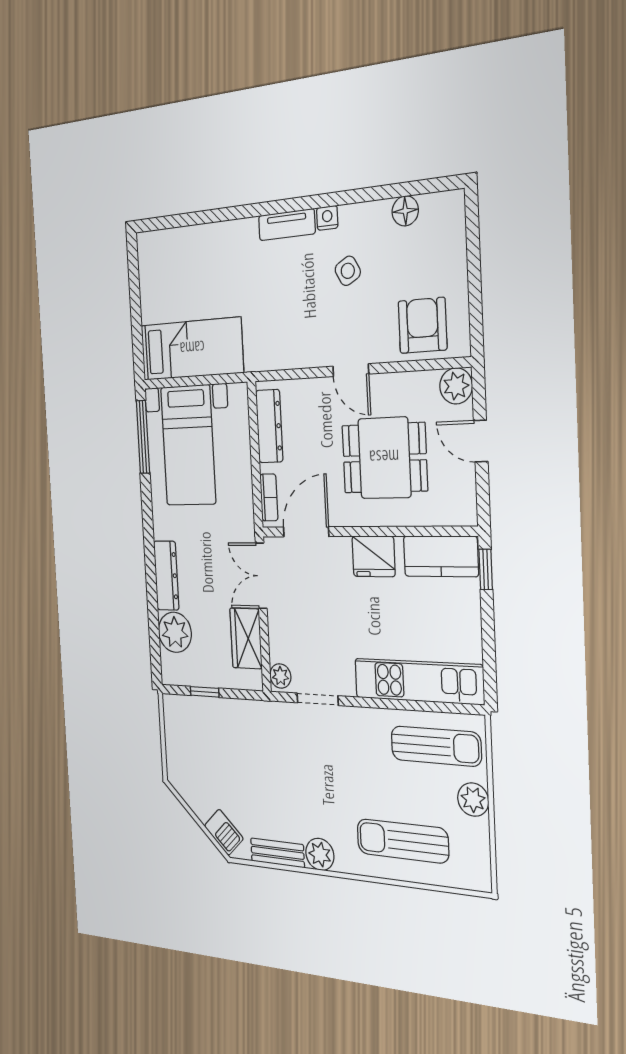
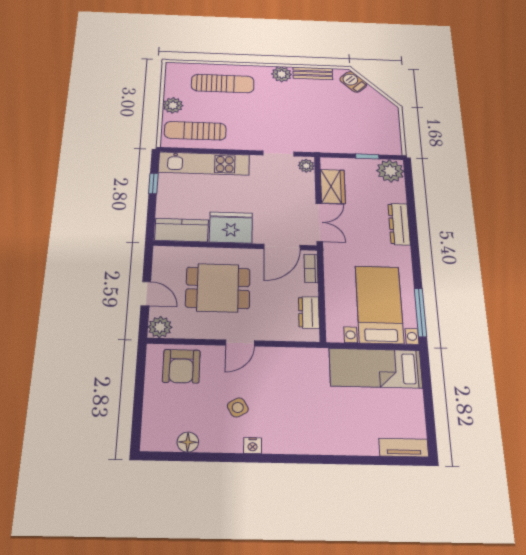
tv unit: (287, 225) -> (404, 448), moved
door: (351, 370) -> (240, 343), swing flipped
dresser: (269, 426) -> (309, 312), width x0.70
fridge: (374, 556) -> (231, 227), width x1.36, depth x1.34
window: (486, 569) -> (153, 183), moved
plant: (175, 632) -> (390, 171), moved

